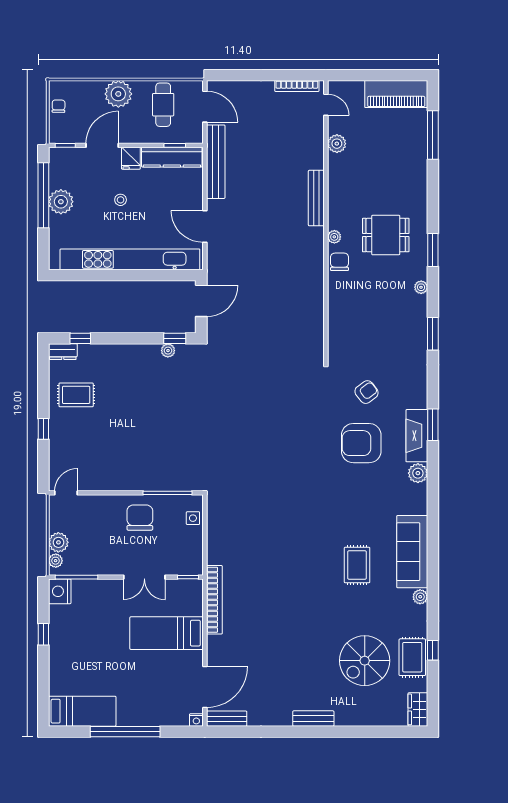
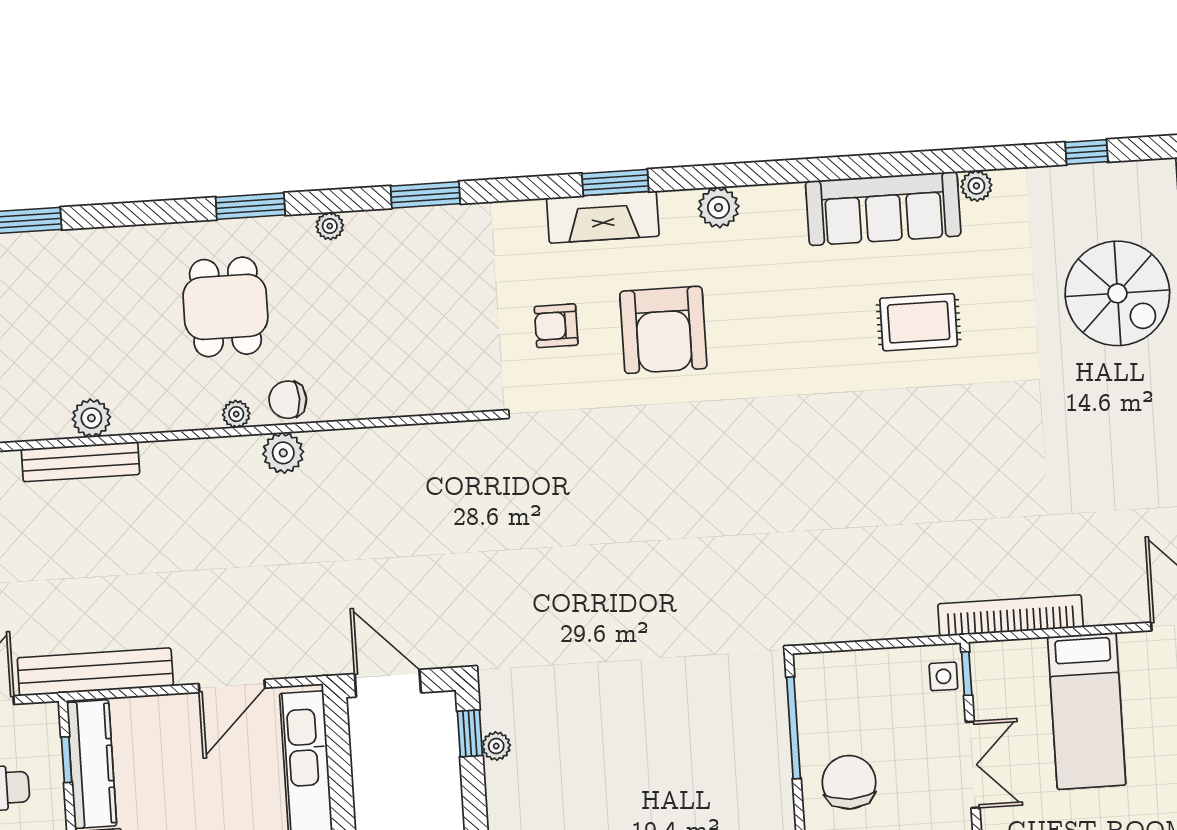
plant: (337, 144) -> (91, 418), moved
bench: (316, 198) -> (80, 462), moved
plant: (314, 258) -> (283, 453), added
armchair: (367, 392) -> (556, 326), turned -53
fireplace: (417, 436) -> (603, 217), moved
chair: (140, 518) -> (849, 782), turned 90
side table: (193, 518) -> (943, 676), moved
rug: (412, 657) -> (1104, 194), removed

